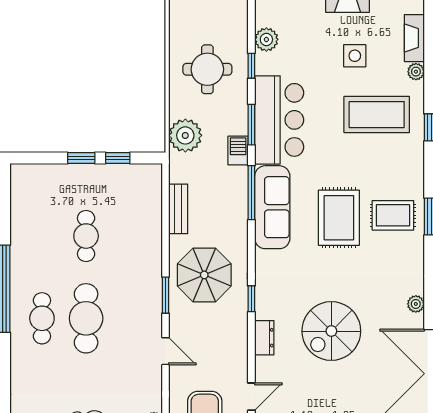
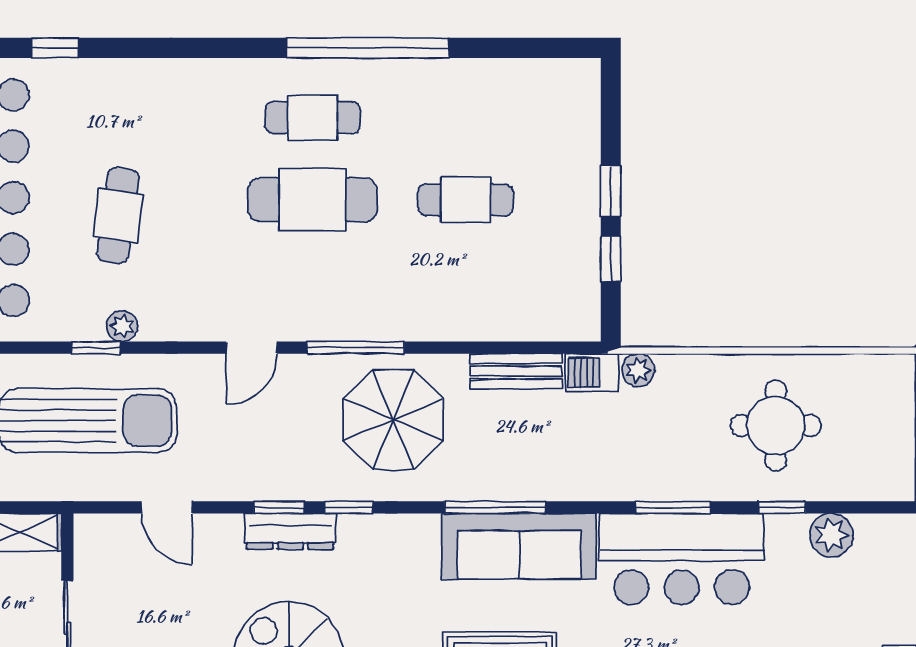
plant: (185, 135) -> (638, 370), width x0.53, depth x0.53
barbecue: (238, 151) -> (592, 372), moved, turned 180
window: (251, 193) -> (495, 507), moved
window: (166, 295) -> (356, 348), width x1.44
window: (251, 336) -> (279, 507), added
dresser: (264, 338) -> (290, 531), width x1.44

